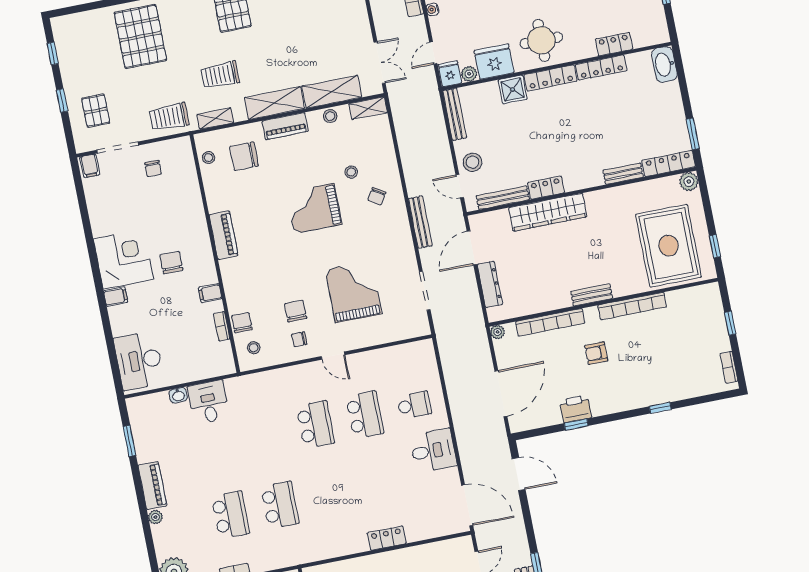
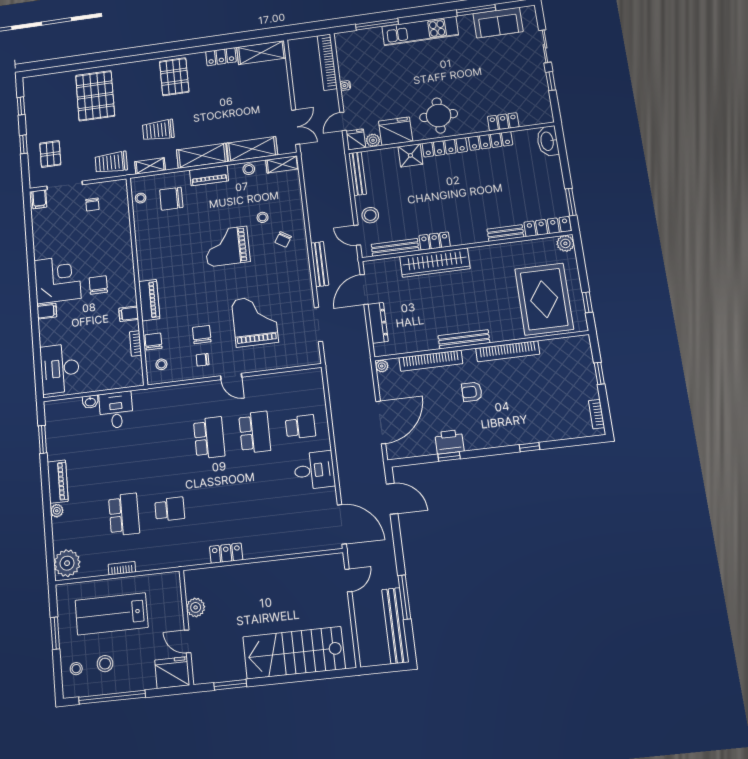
piano: (224, 235) -> (149, 300), moved
bench: (592, 295) -> (464, 339), width x1.36
school desk: (280, 505) -> (170, 509), width x0.54
locker: (387, 538) -> (226, 553), moved

